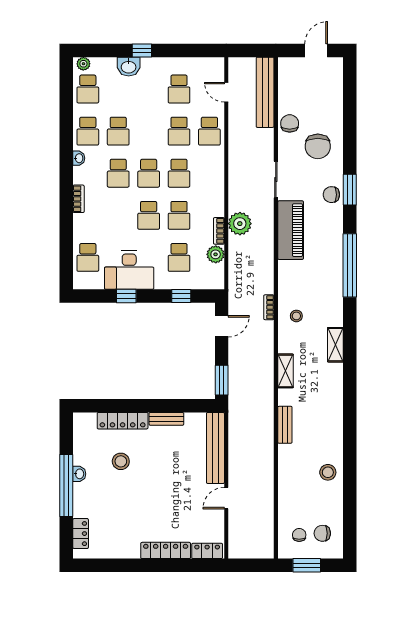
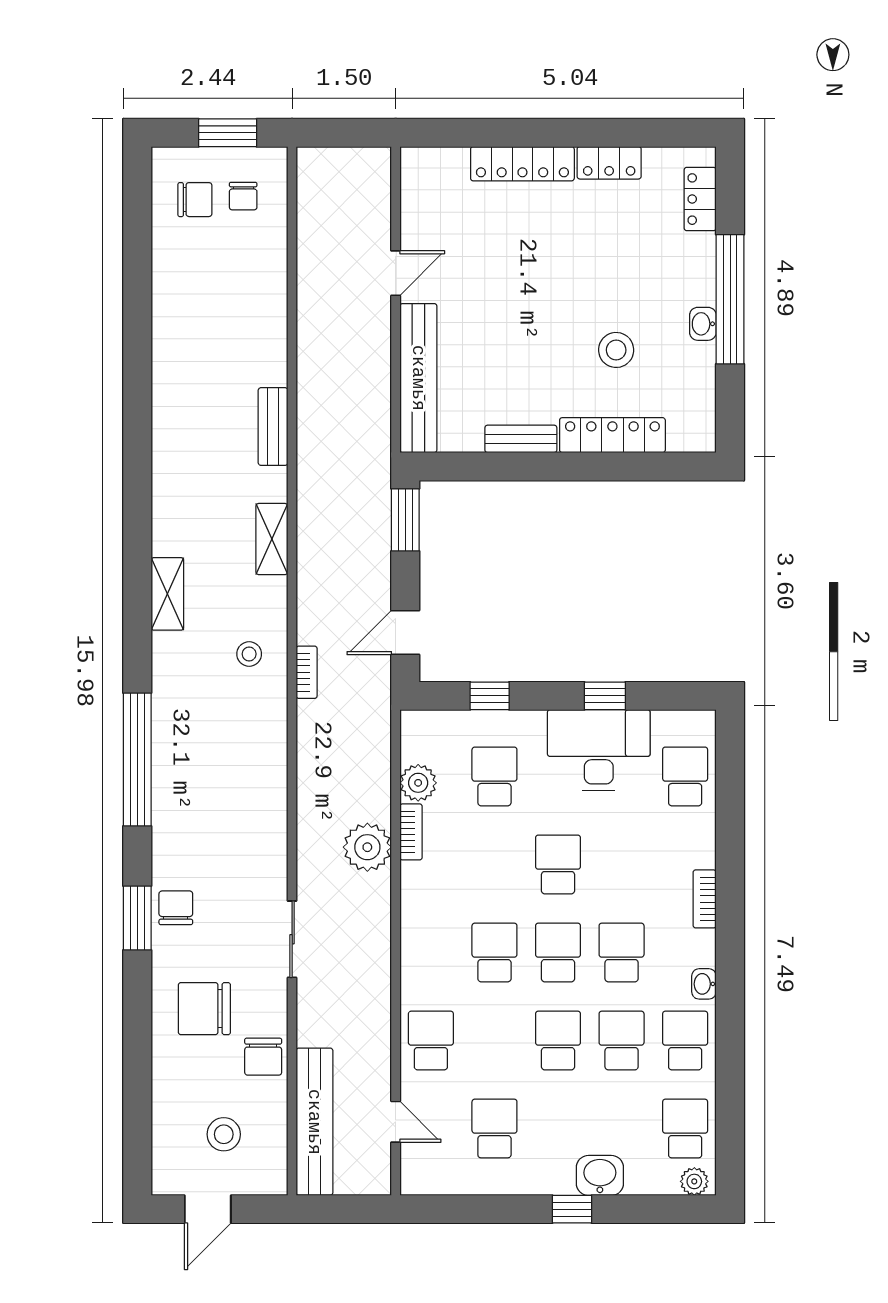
school desk: (179, 131) -> (558, 1041), moved
chair: (318, 146) -> (204, 1009), turned -90
chair: (331, 195) -> (176, 908), turned -90
school desk: (179, 215) -> (494, 864), removed
piano: (291, 230) -> (261, 833), removed
stool: (328, 472) -> (224, 1134), moved
locker: (207, 551) -> (609, 163), moved

